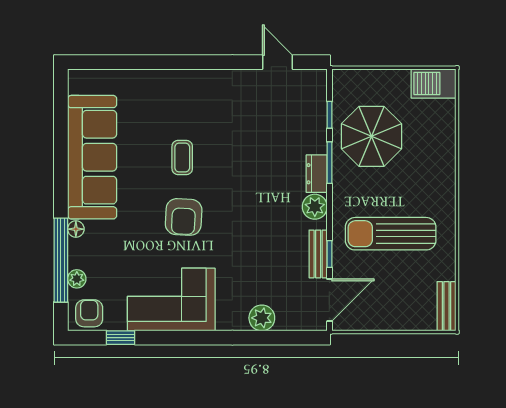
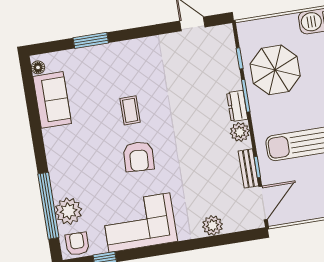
window: (147, 62) -> (91, 40), added
sofa: (92, 157) -> (52, 100), width x0.54, depth x0.79
floor lamp: (76, 229) -> (38, 67), moved
plant: (77, 279) -> (68, 211), width x1.87, depth x1.87

